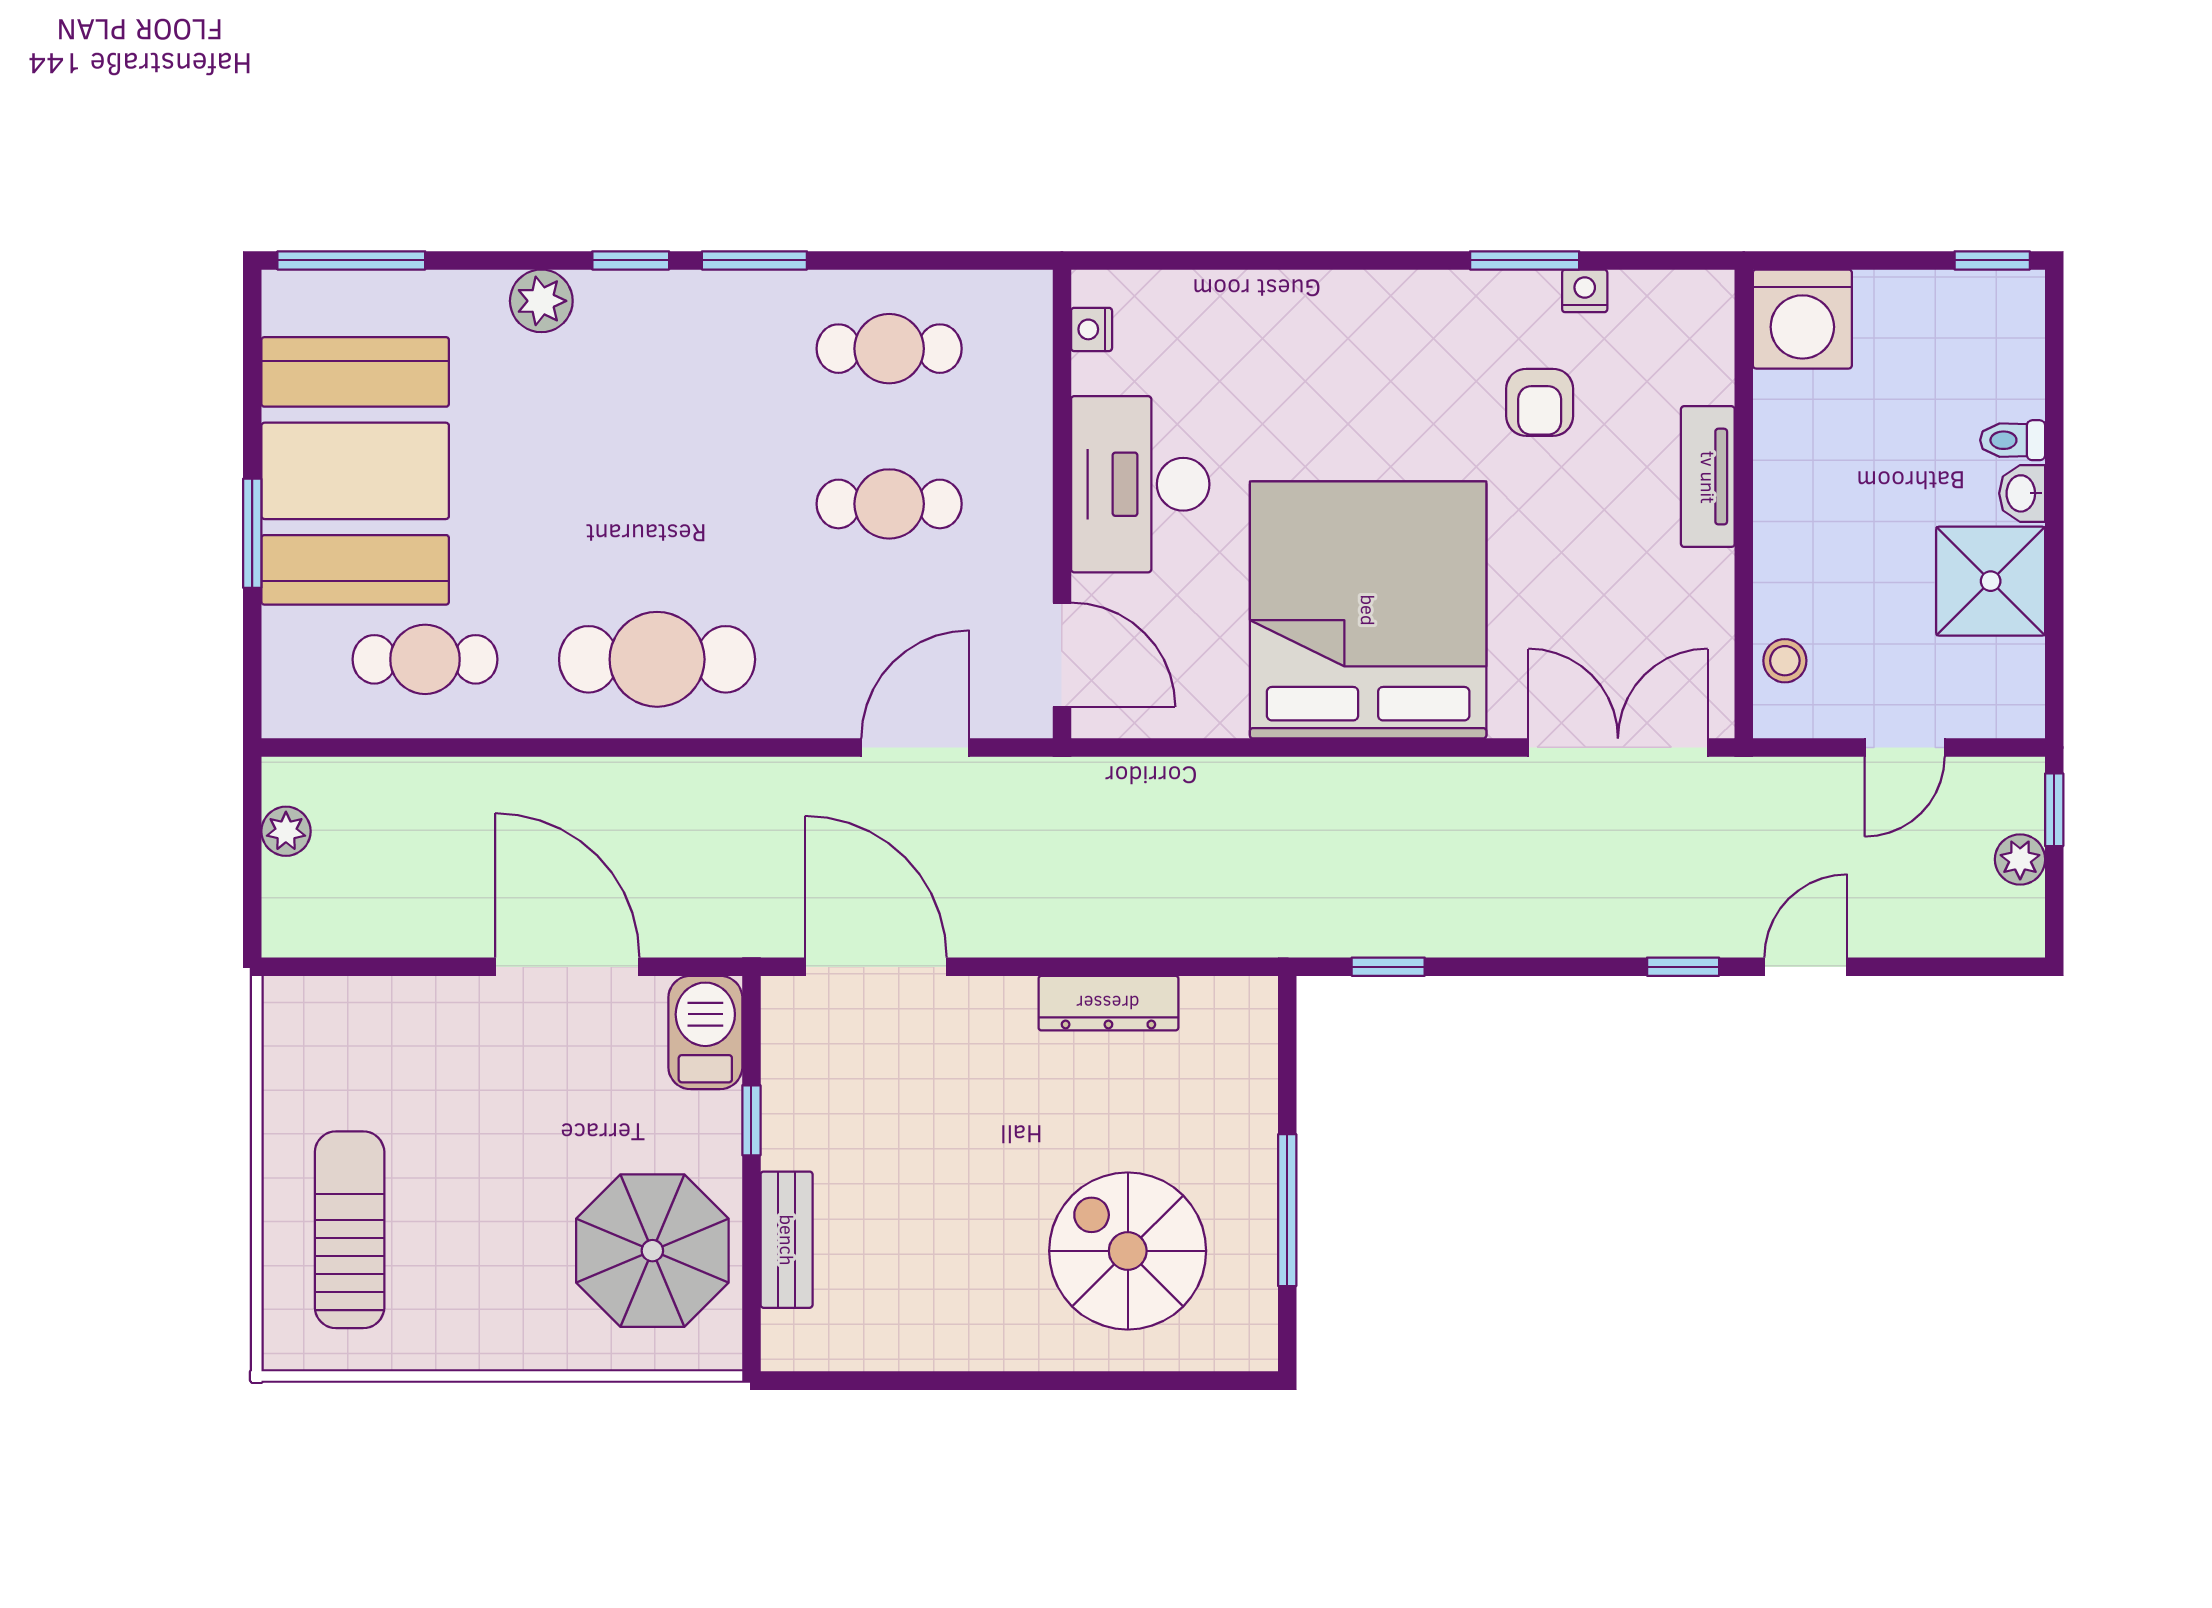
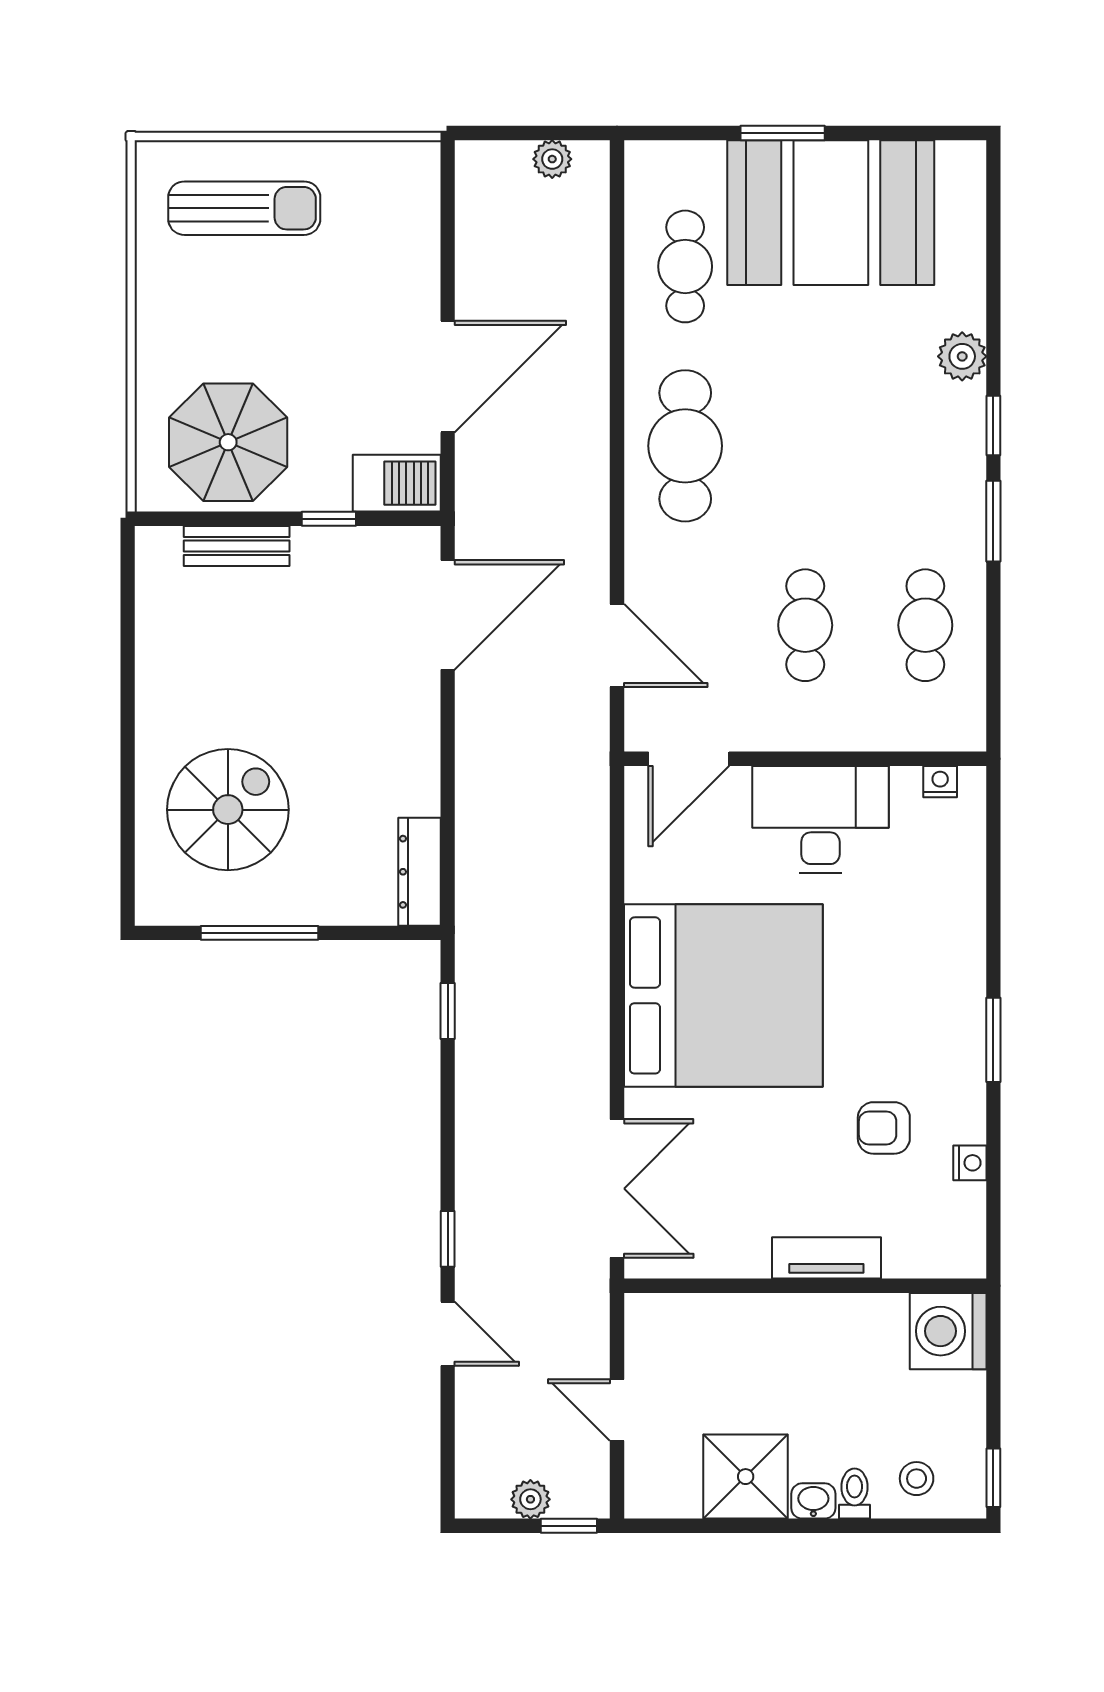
window: (351, 260) -> (993, 210), removed
window: (1525, 260) -> (993, 1040), moved
stool: (1785, 661) -> (917, 1479), moved
dresser: (1108, 1003) -> (419, 872), moved

